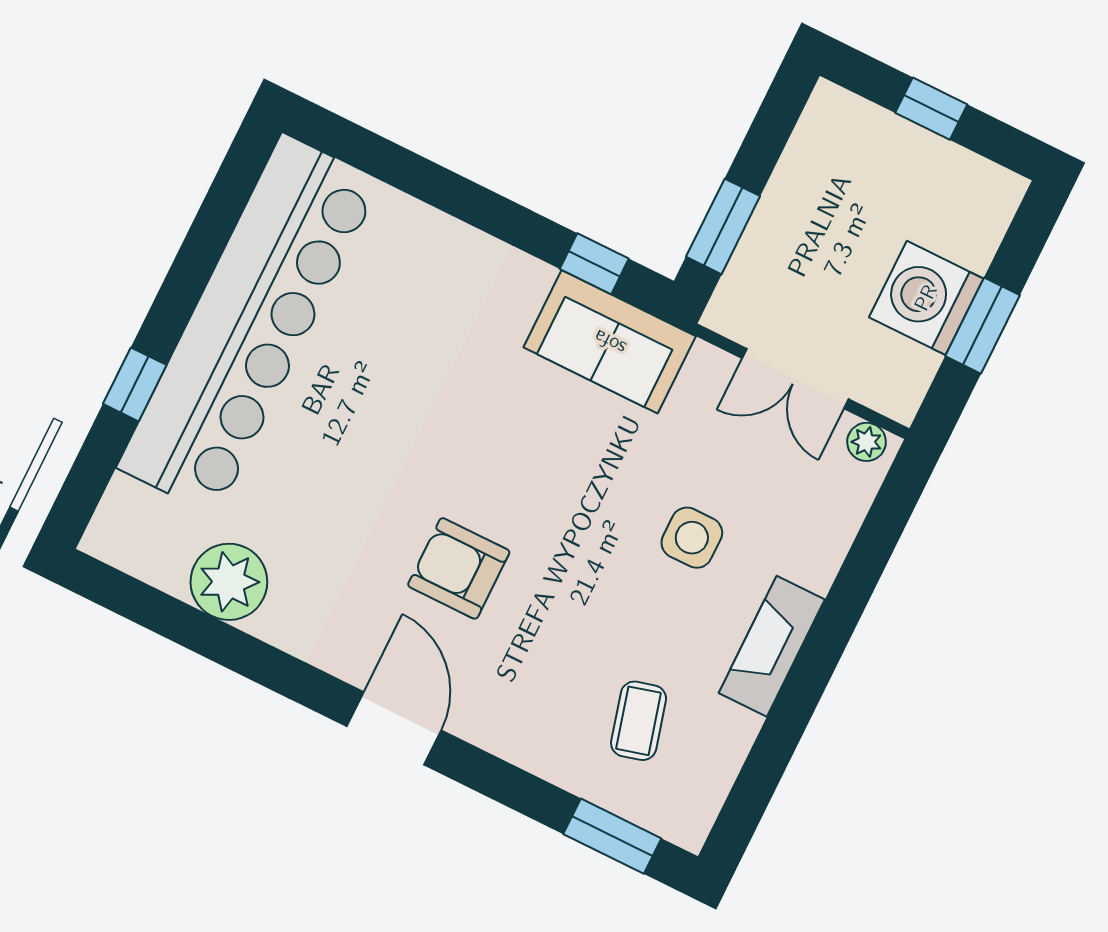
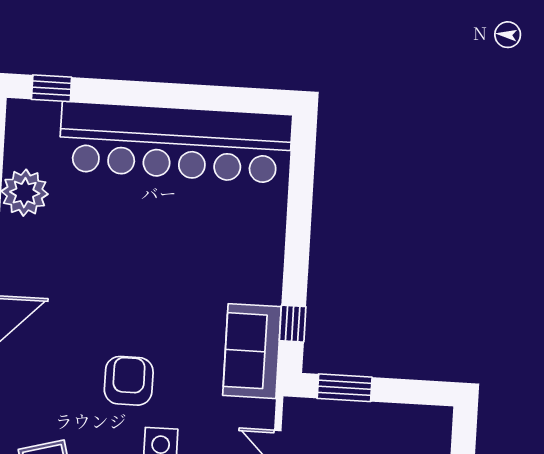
window: (135, 384) -> (52, 88), moved
armchair: (459, 568) -> (129, 381), moved

